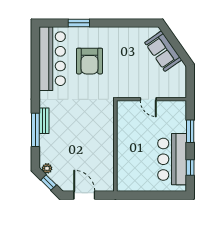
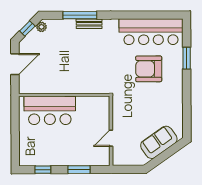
door: (148, 99) -> (111, 138), moved
bar counter: (172, 159) -> (50, 110), moved, turned 180

